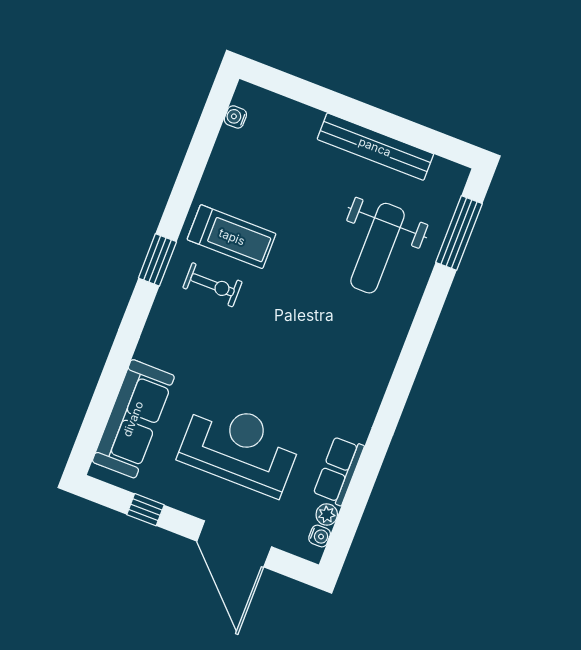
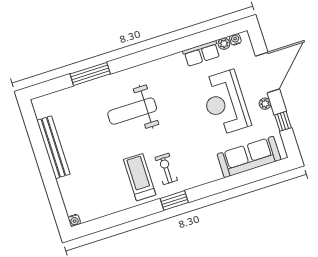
water cooler: (235, 117) -> (74, 220), moved
window: (459, 233) -> (90, 74), moved
weight bench: (378, 248) -> (132, 111), moved, turned 180
plant: (192, 504) -> (265, 104), added

